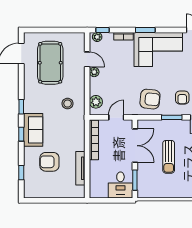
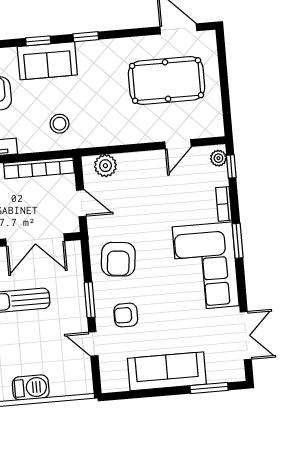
plant: (94, 72) -> (157, 158), removed
stool: (68, 104) -> (59, 124), moved

